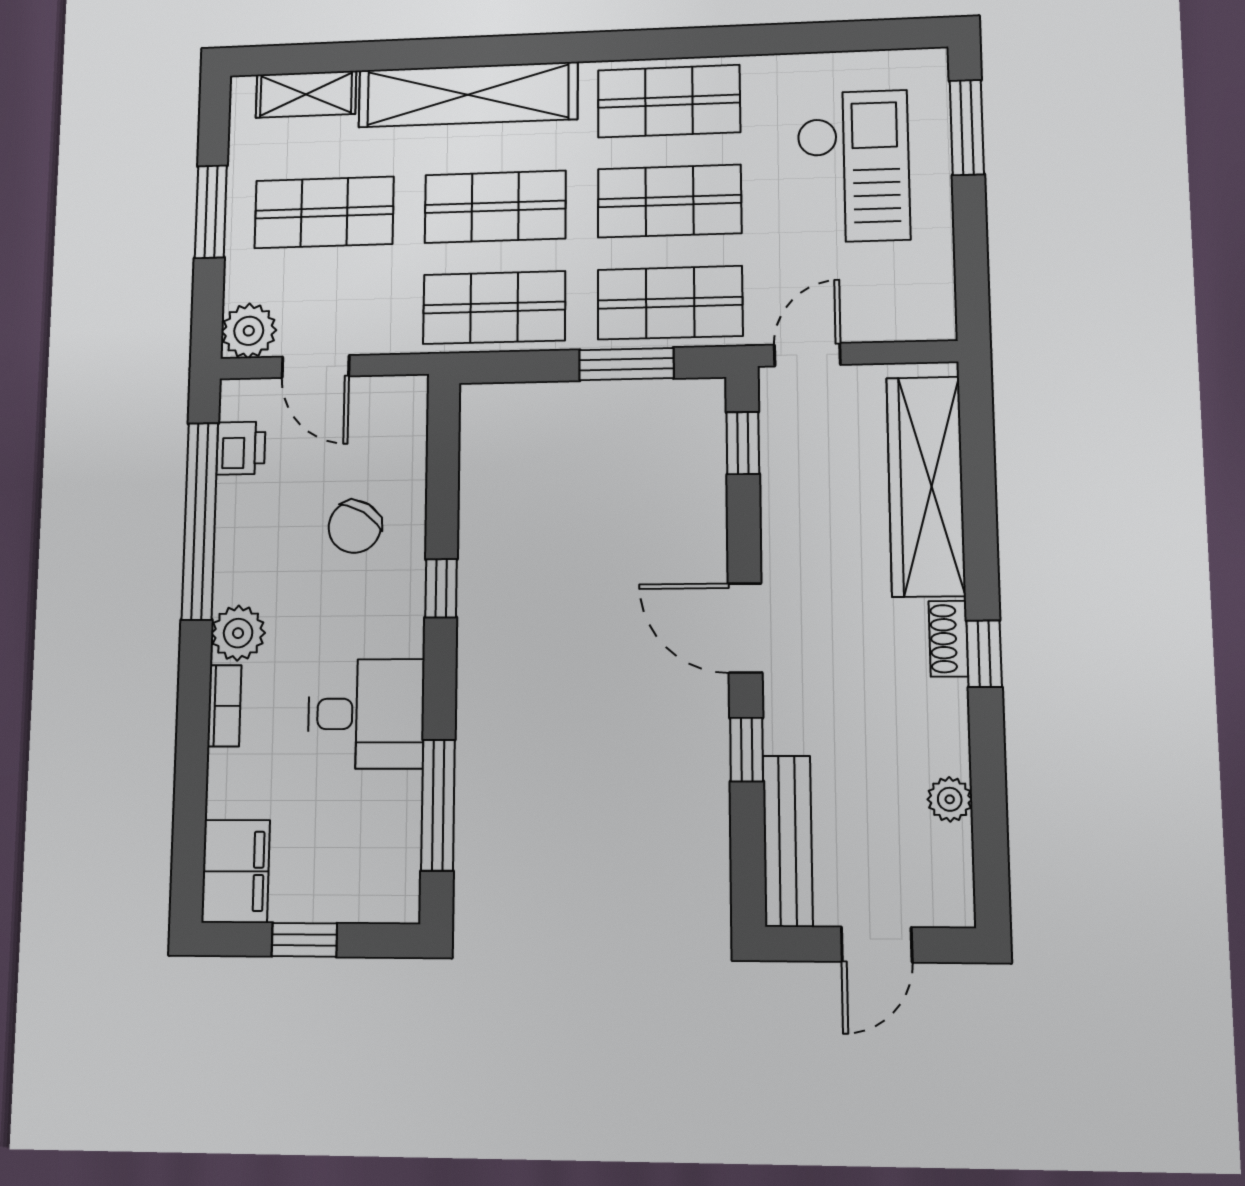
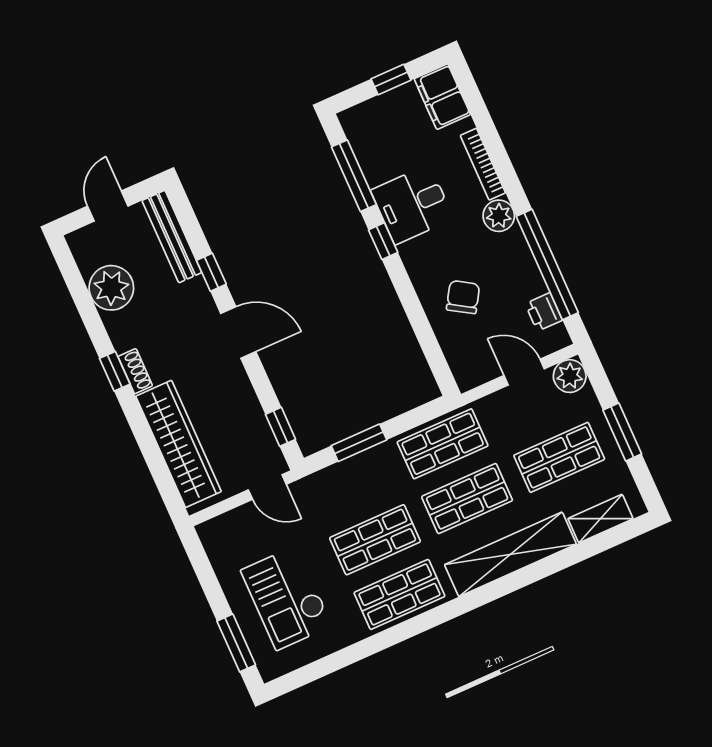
shop shelf: (670, 303) -> (351, 485), removed
door: (807, 355) -> (267, 487), hinge flipped
window: (441, 588) -> (383, 241), moved
bookcase: (224, 706) -> (483, 164), width x1.56
plant: (950, 799) -> (111, 288), width x1.87, depth x1.87

